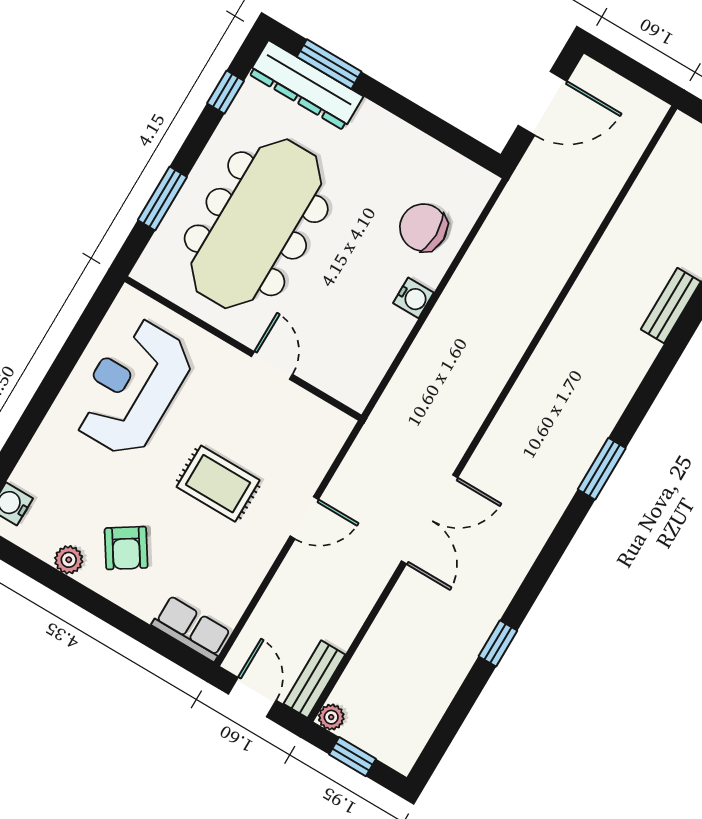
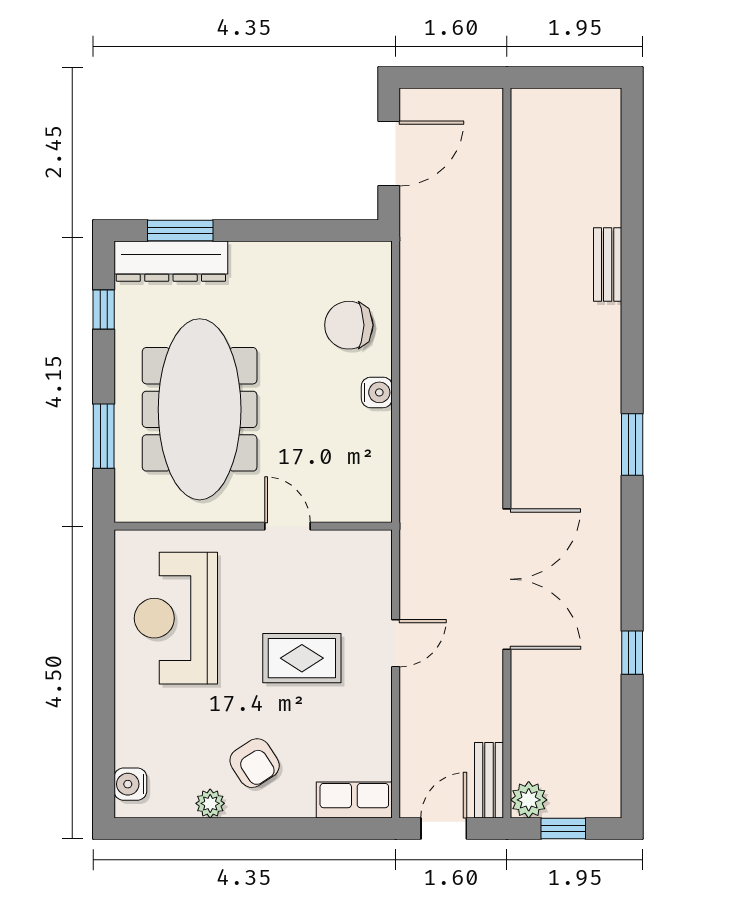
double door: (430, 519) -> (507, 579), width x1.36
door: (252, 697) -> (444, 828), hinge flipped
plant: (331, 717) -> (529, 800), width x1.38, depth x1.38

